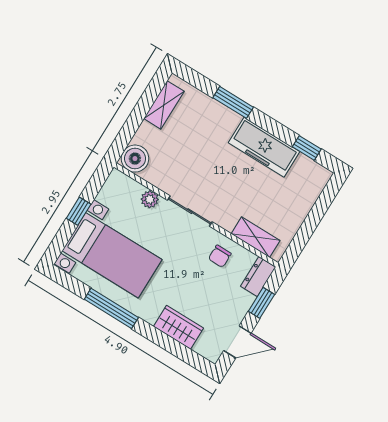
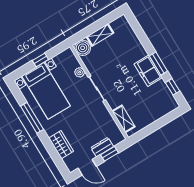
window: (233, 102) -> (158, 64), moved
shelving: (164, 105) -> (100, 35), moved
freezer: (264, 147) -> (148, 71), width x0.71
chair: (220, 256) -> (100, 119), removed
dresser: (258, 277) -> (102, 147), moved

